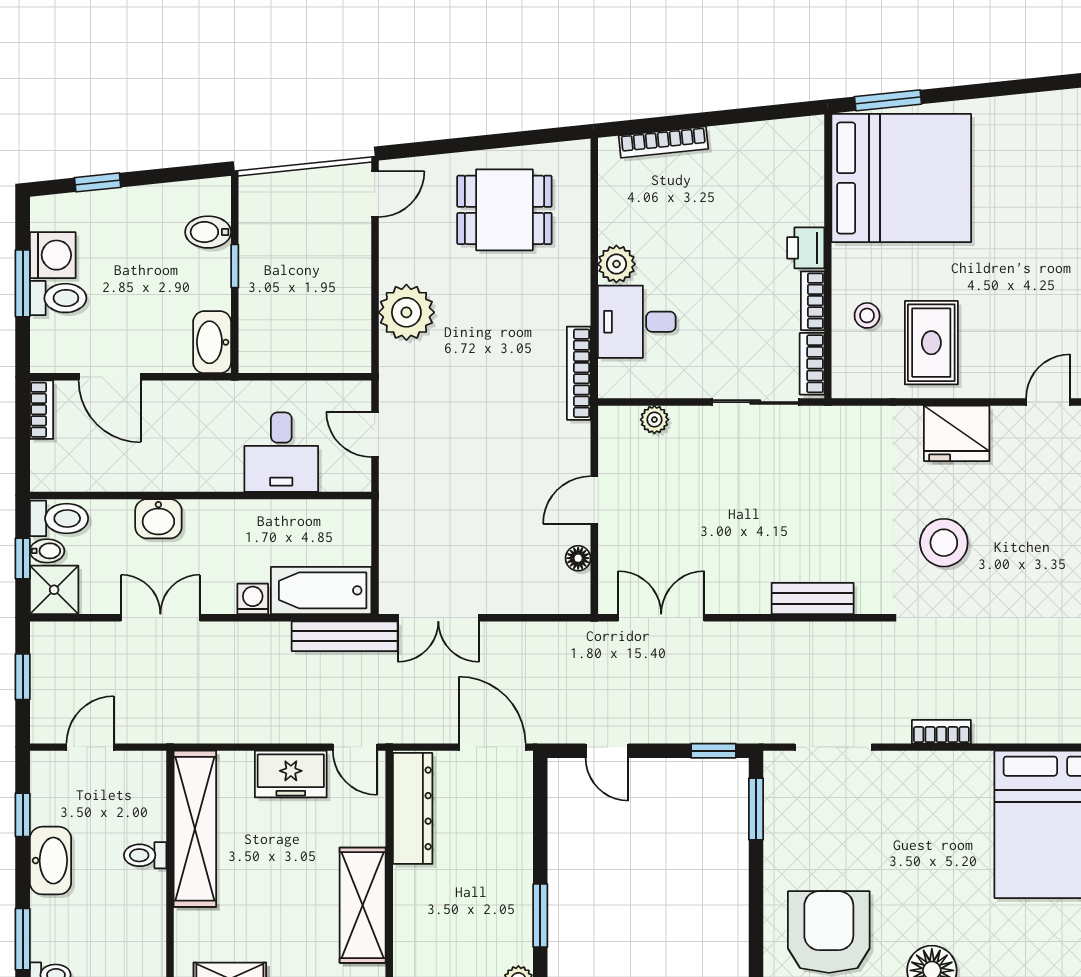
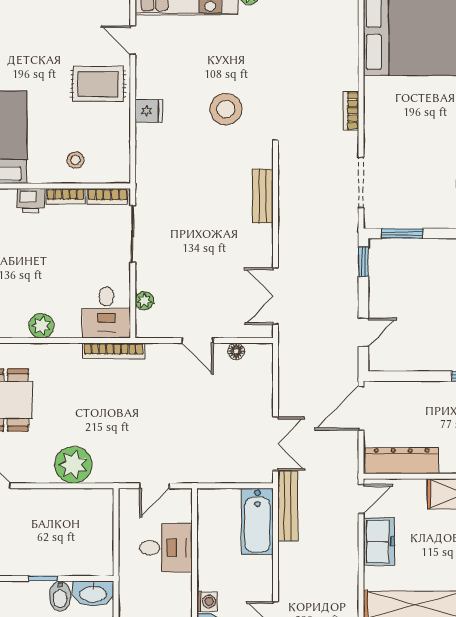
bidet: (208, 232) -> (60, 596), moved
desk: (637, 322) -> (106, 312), moved
rug: (931, 343) -> (98, 84), moved
fridge: (957, 433) -> (149, 111), width x0.53, depth x0.75
washing machine: (253, 599) -> (207, 602), moved, turned 180

